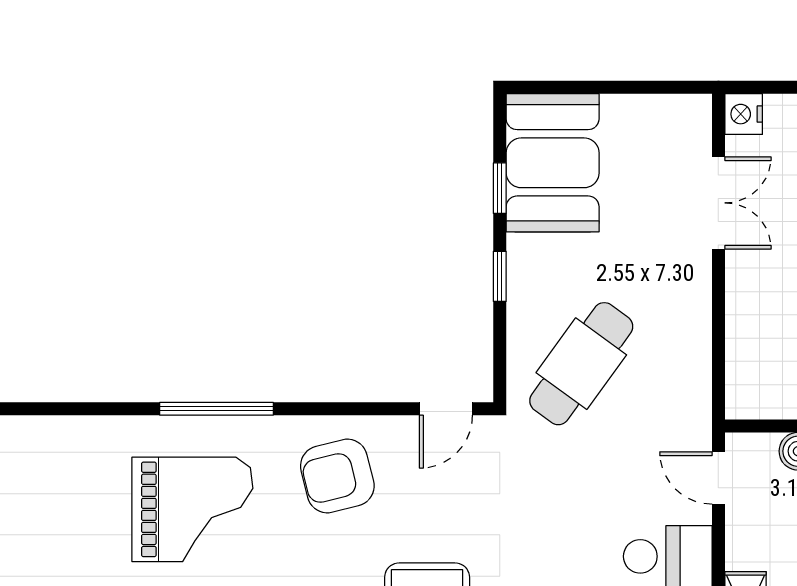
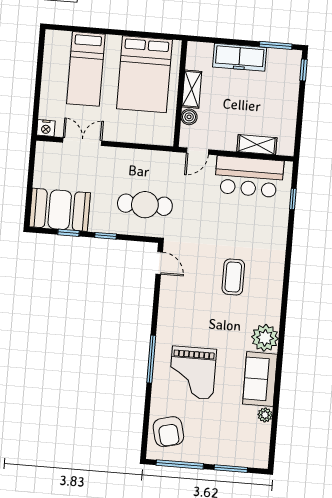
cafe table: (581, 364) -> (145, 205), turned -36
armchair: (337, 476) -> (168, 432), moved
grand piano: (192, 509) -> (193, 373), turned 180

